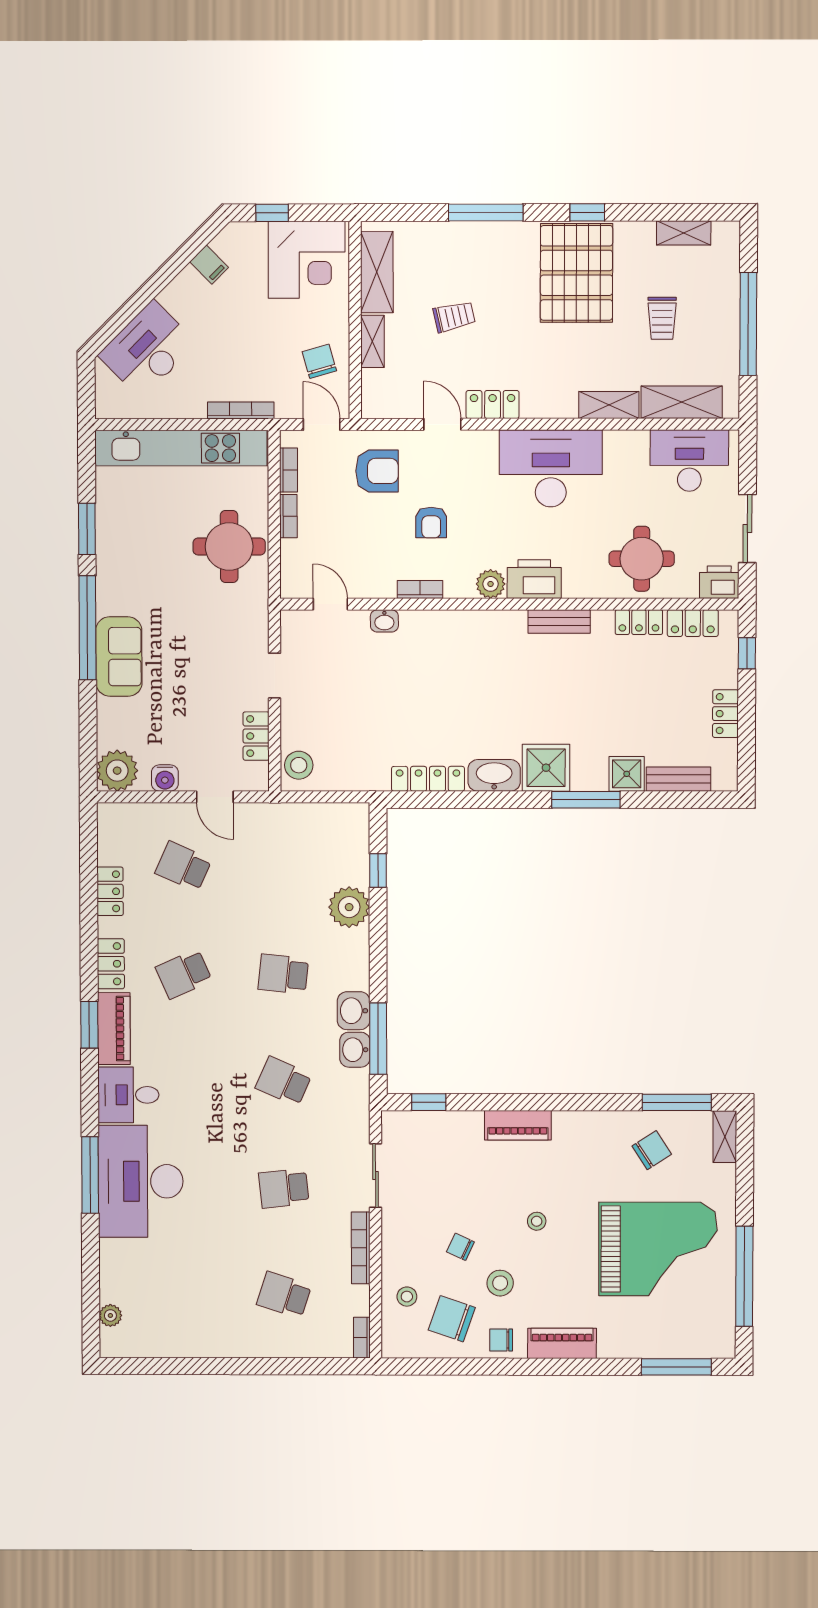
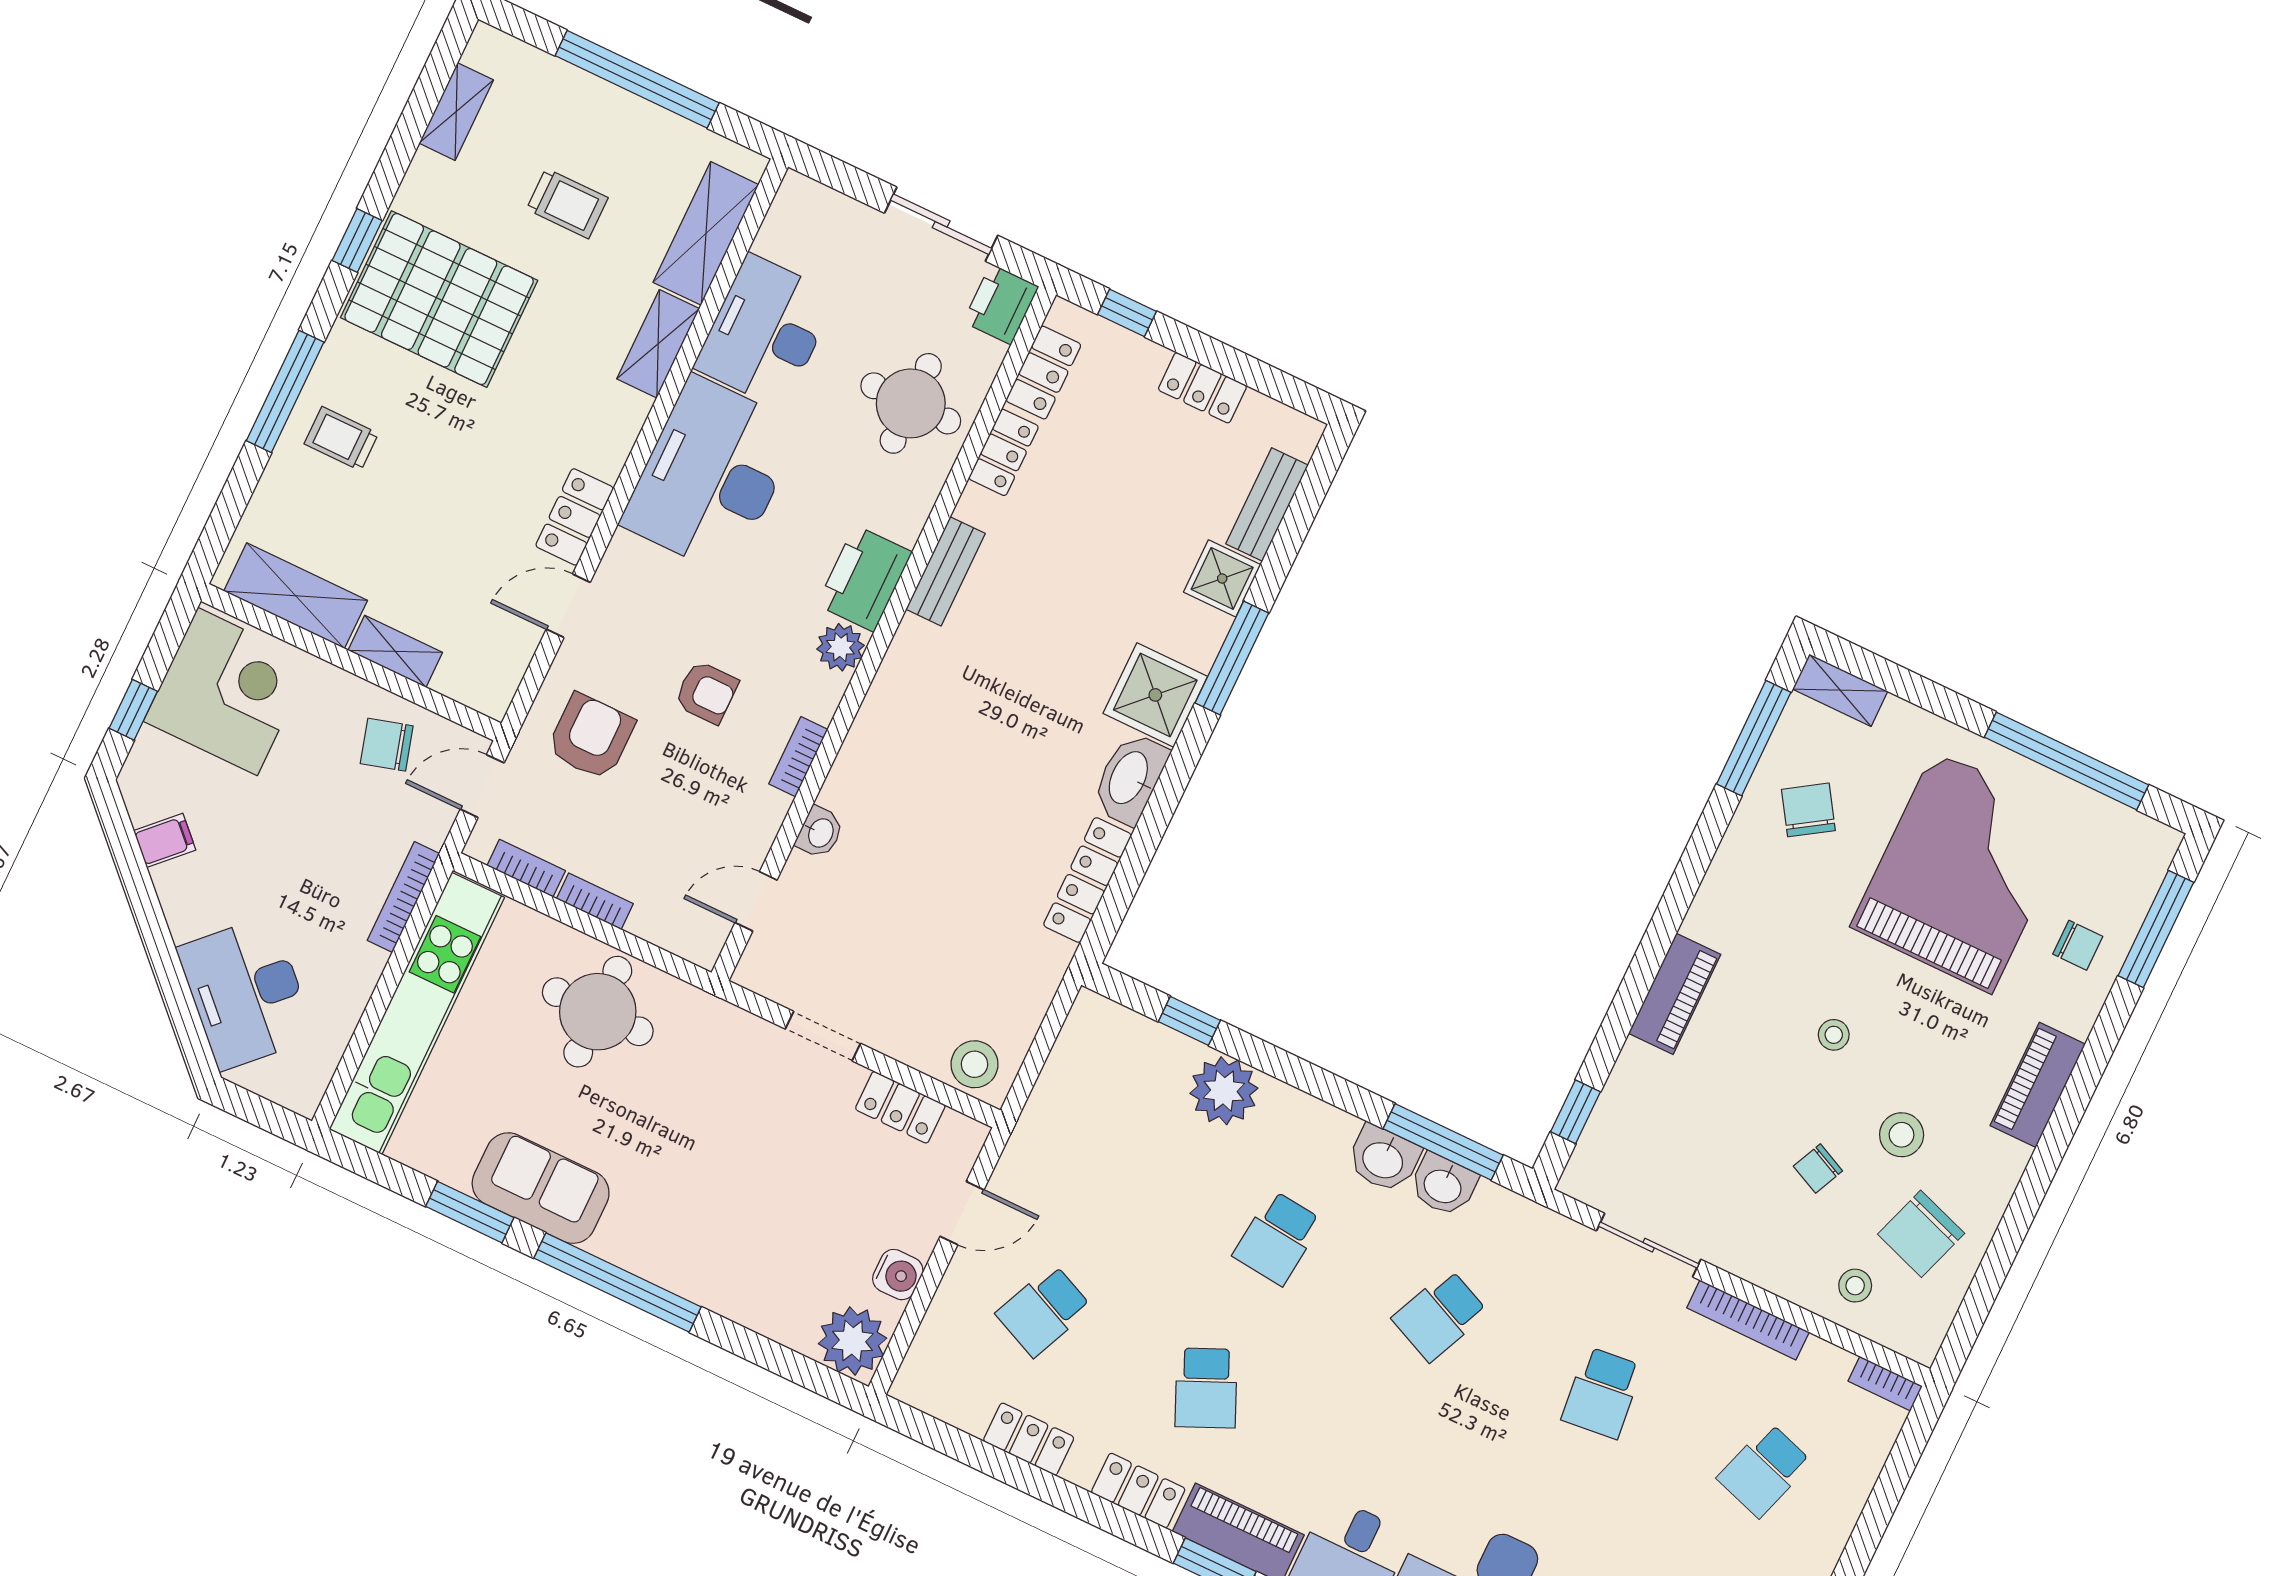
trolley: (454, 317) -> (341, 439), moved, turned -77
desk: (689, 461) -> (766, 331), moved
sofa: (119, 657) -> (541, 1188), moved
chair: (501, 1340) -> (2078, 945), moved, turned -90

